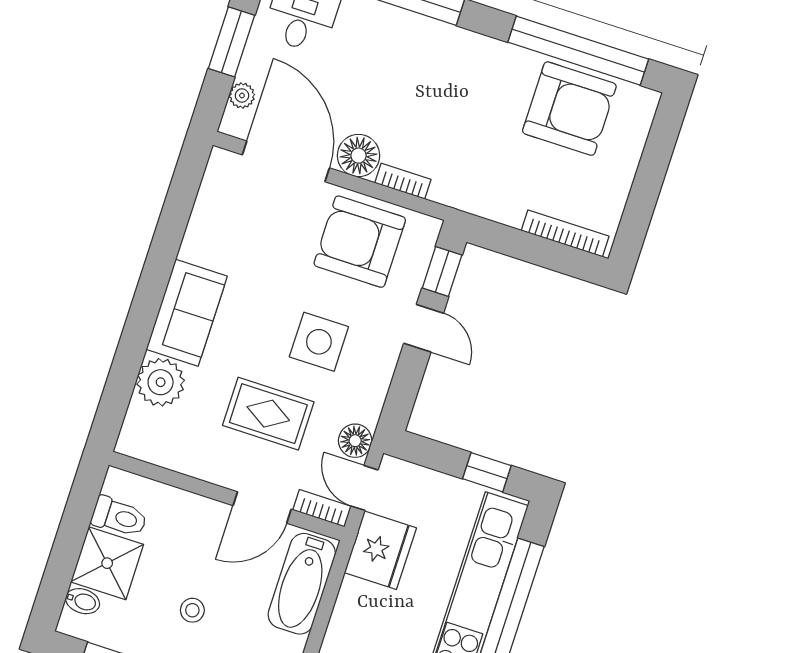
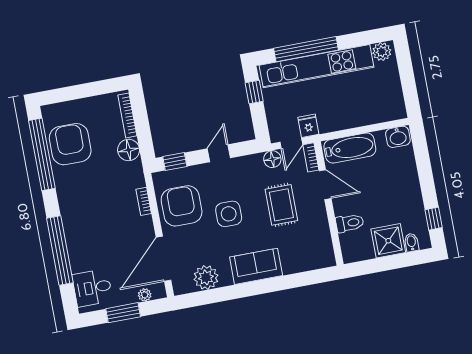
floor lamp: (359, 156) -> (129, 150), moved
armchair: (360, 242) -> (182, 206), turned 180
door: (424, 328) -> (219, 153), moved
side table: (319, 342) -> (229, 214), moved
plant: (161, 382) -> (206, 277), moved
toilet: (119, 517) -> (350, 223), moved, turned 90
fridge: (380, 550) -> (308, 126), width x0.53, depth x0.75
stool: (192, 610) -> (389, 191), removed

